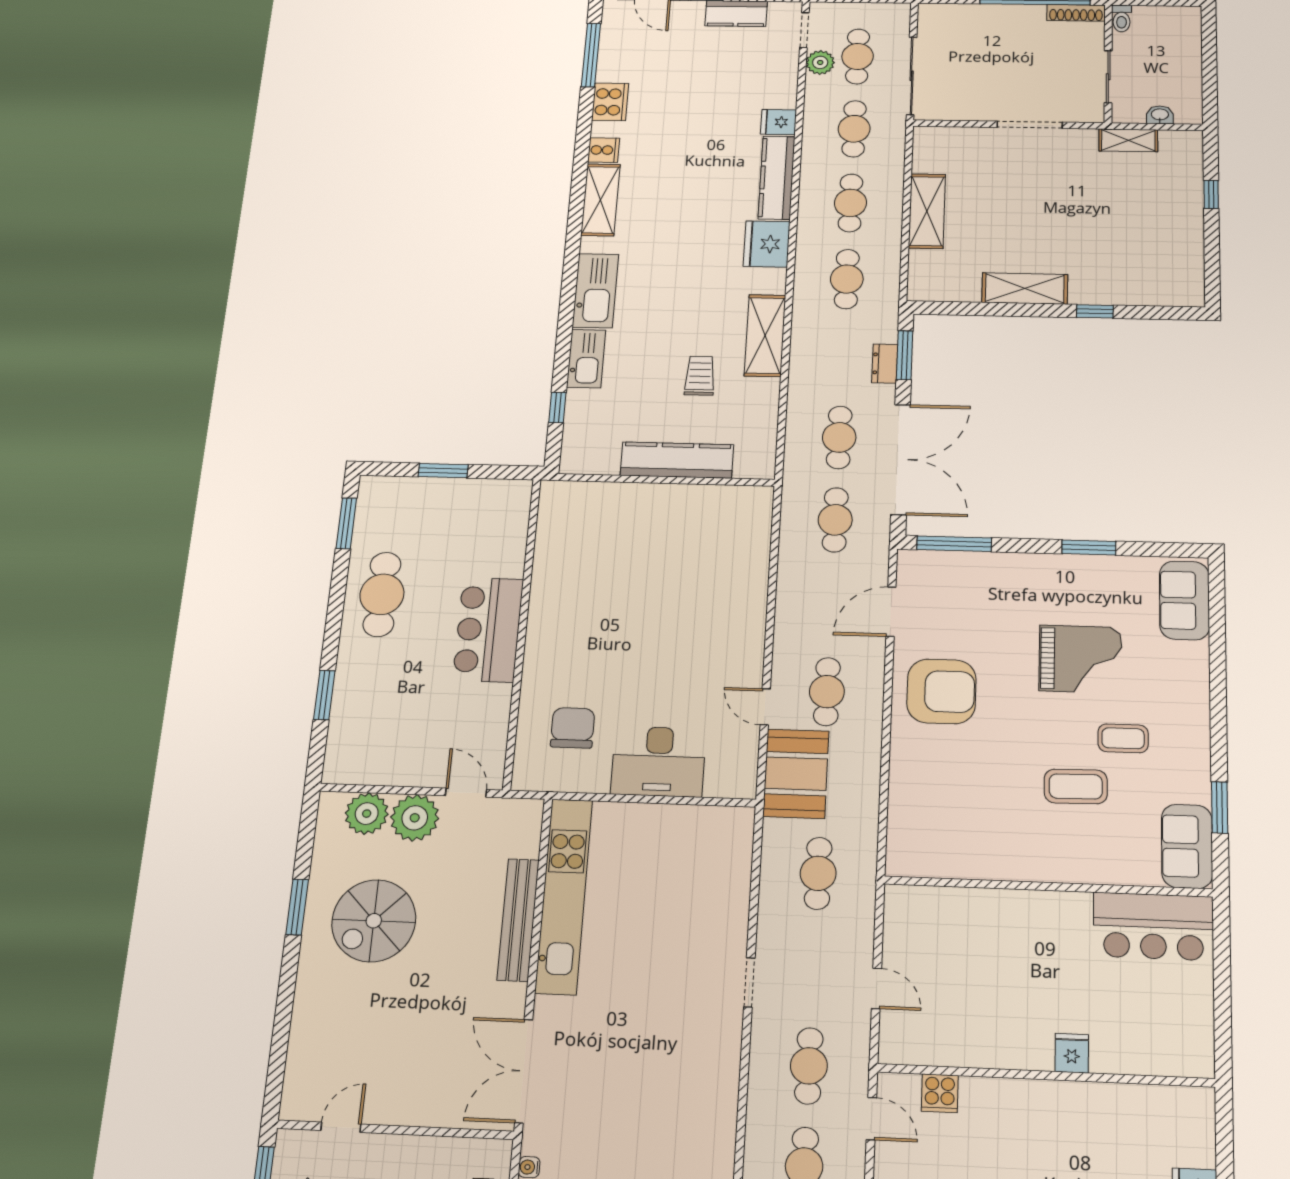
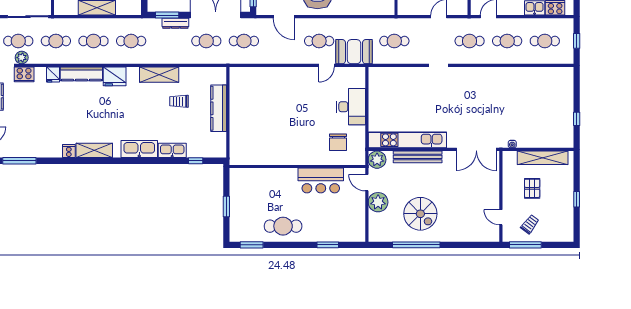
cooker: (610, 102) -> (24, 74), moved, turned 180
dresser: (885, 364) -> (175, 23), width x1.44
bar counter: (488, 630) -> (321, 180), moved
chair: (573, 728) -> (338, 142), turned -90
door: (466, 793) -> (367, 183), hinge flipped
plant: (367, 814) -> (377, 160), moved
window: (297, 907) -> (416, 245), width x2.11

